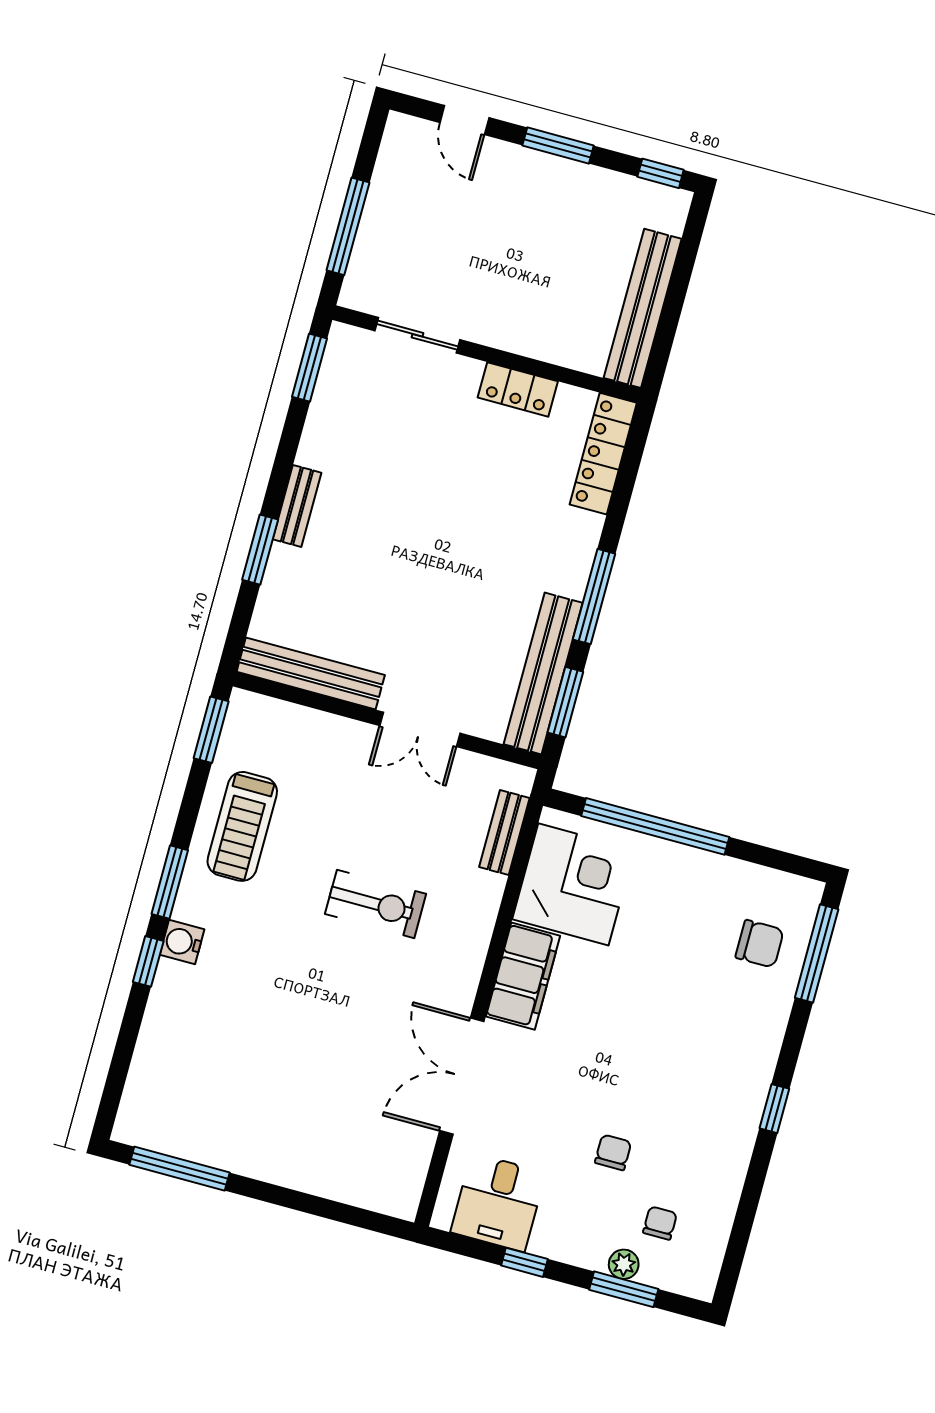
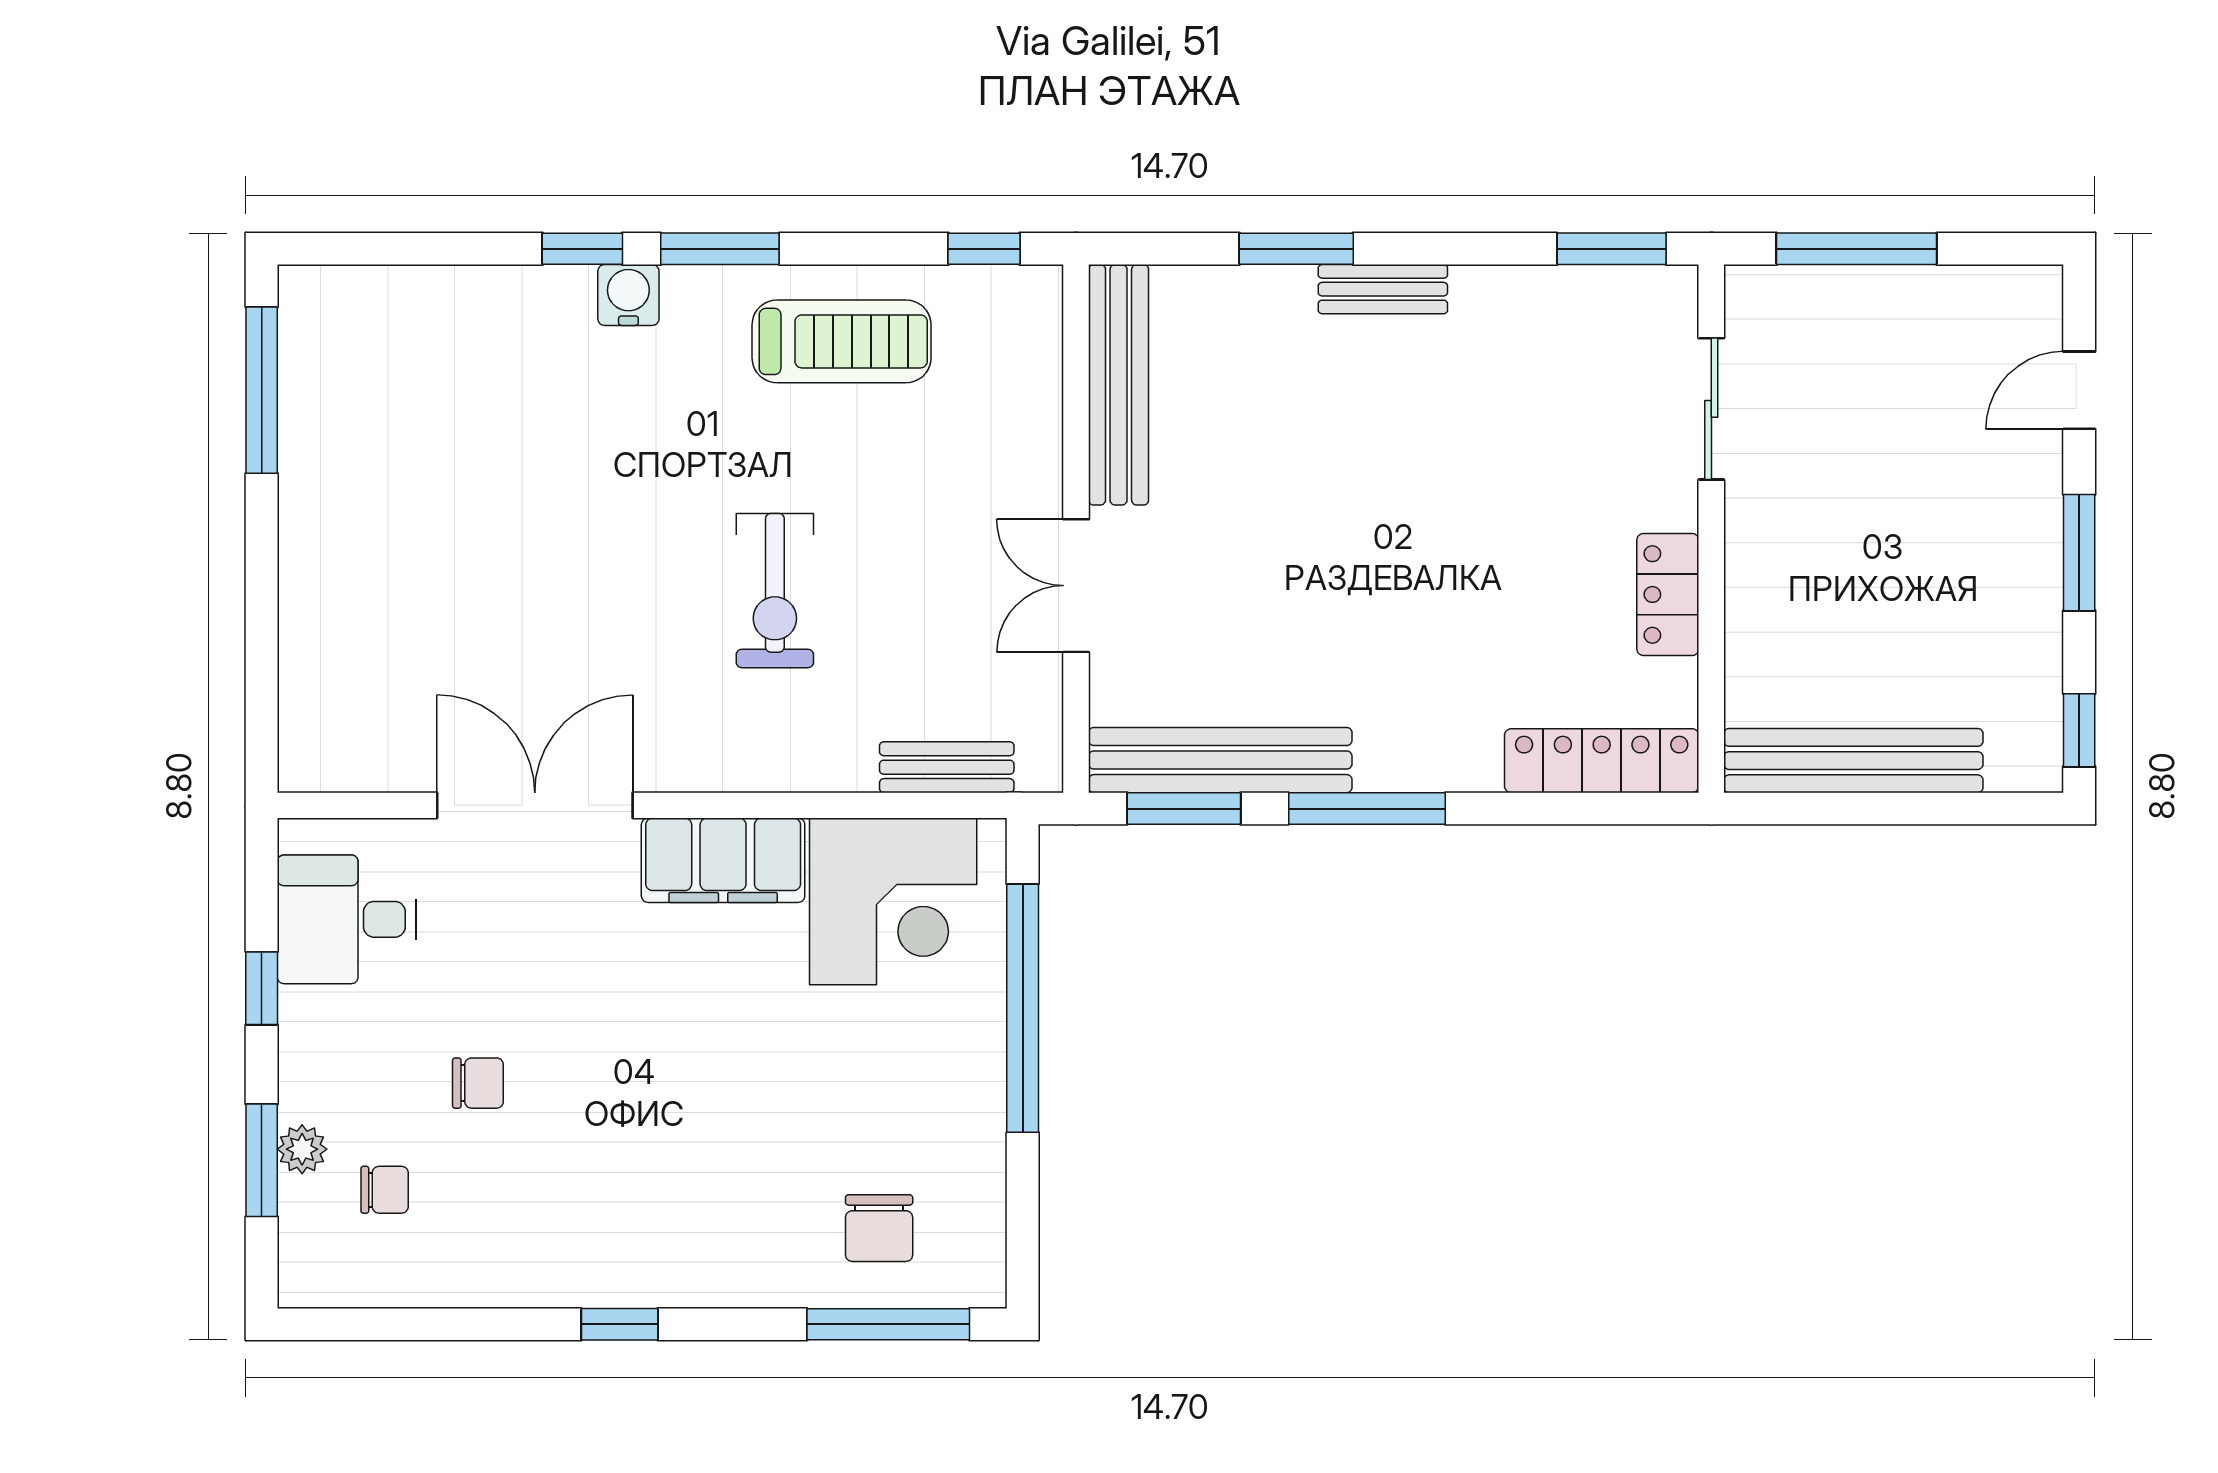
window: (211, 730) -> (984, 249), width x0.67
treadmill: (242, 826) -> (842, 341), turned 180

